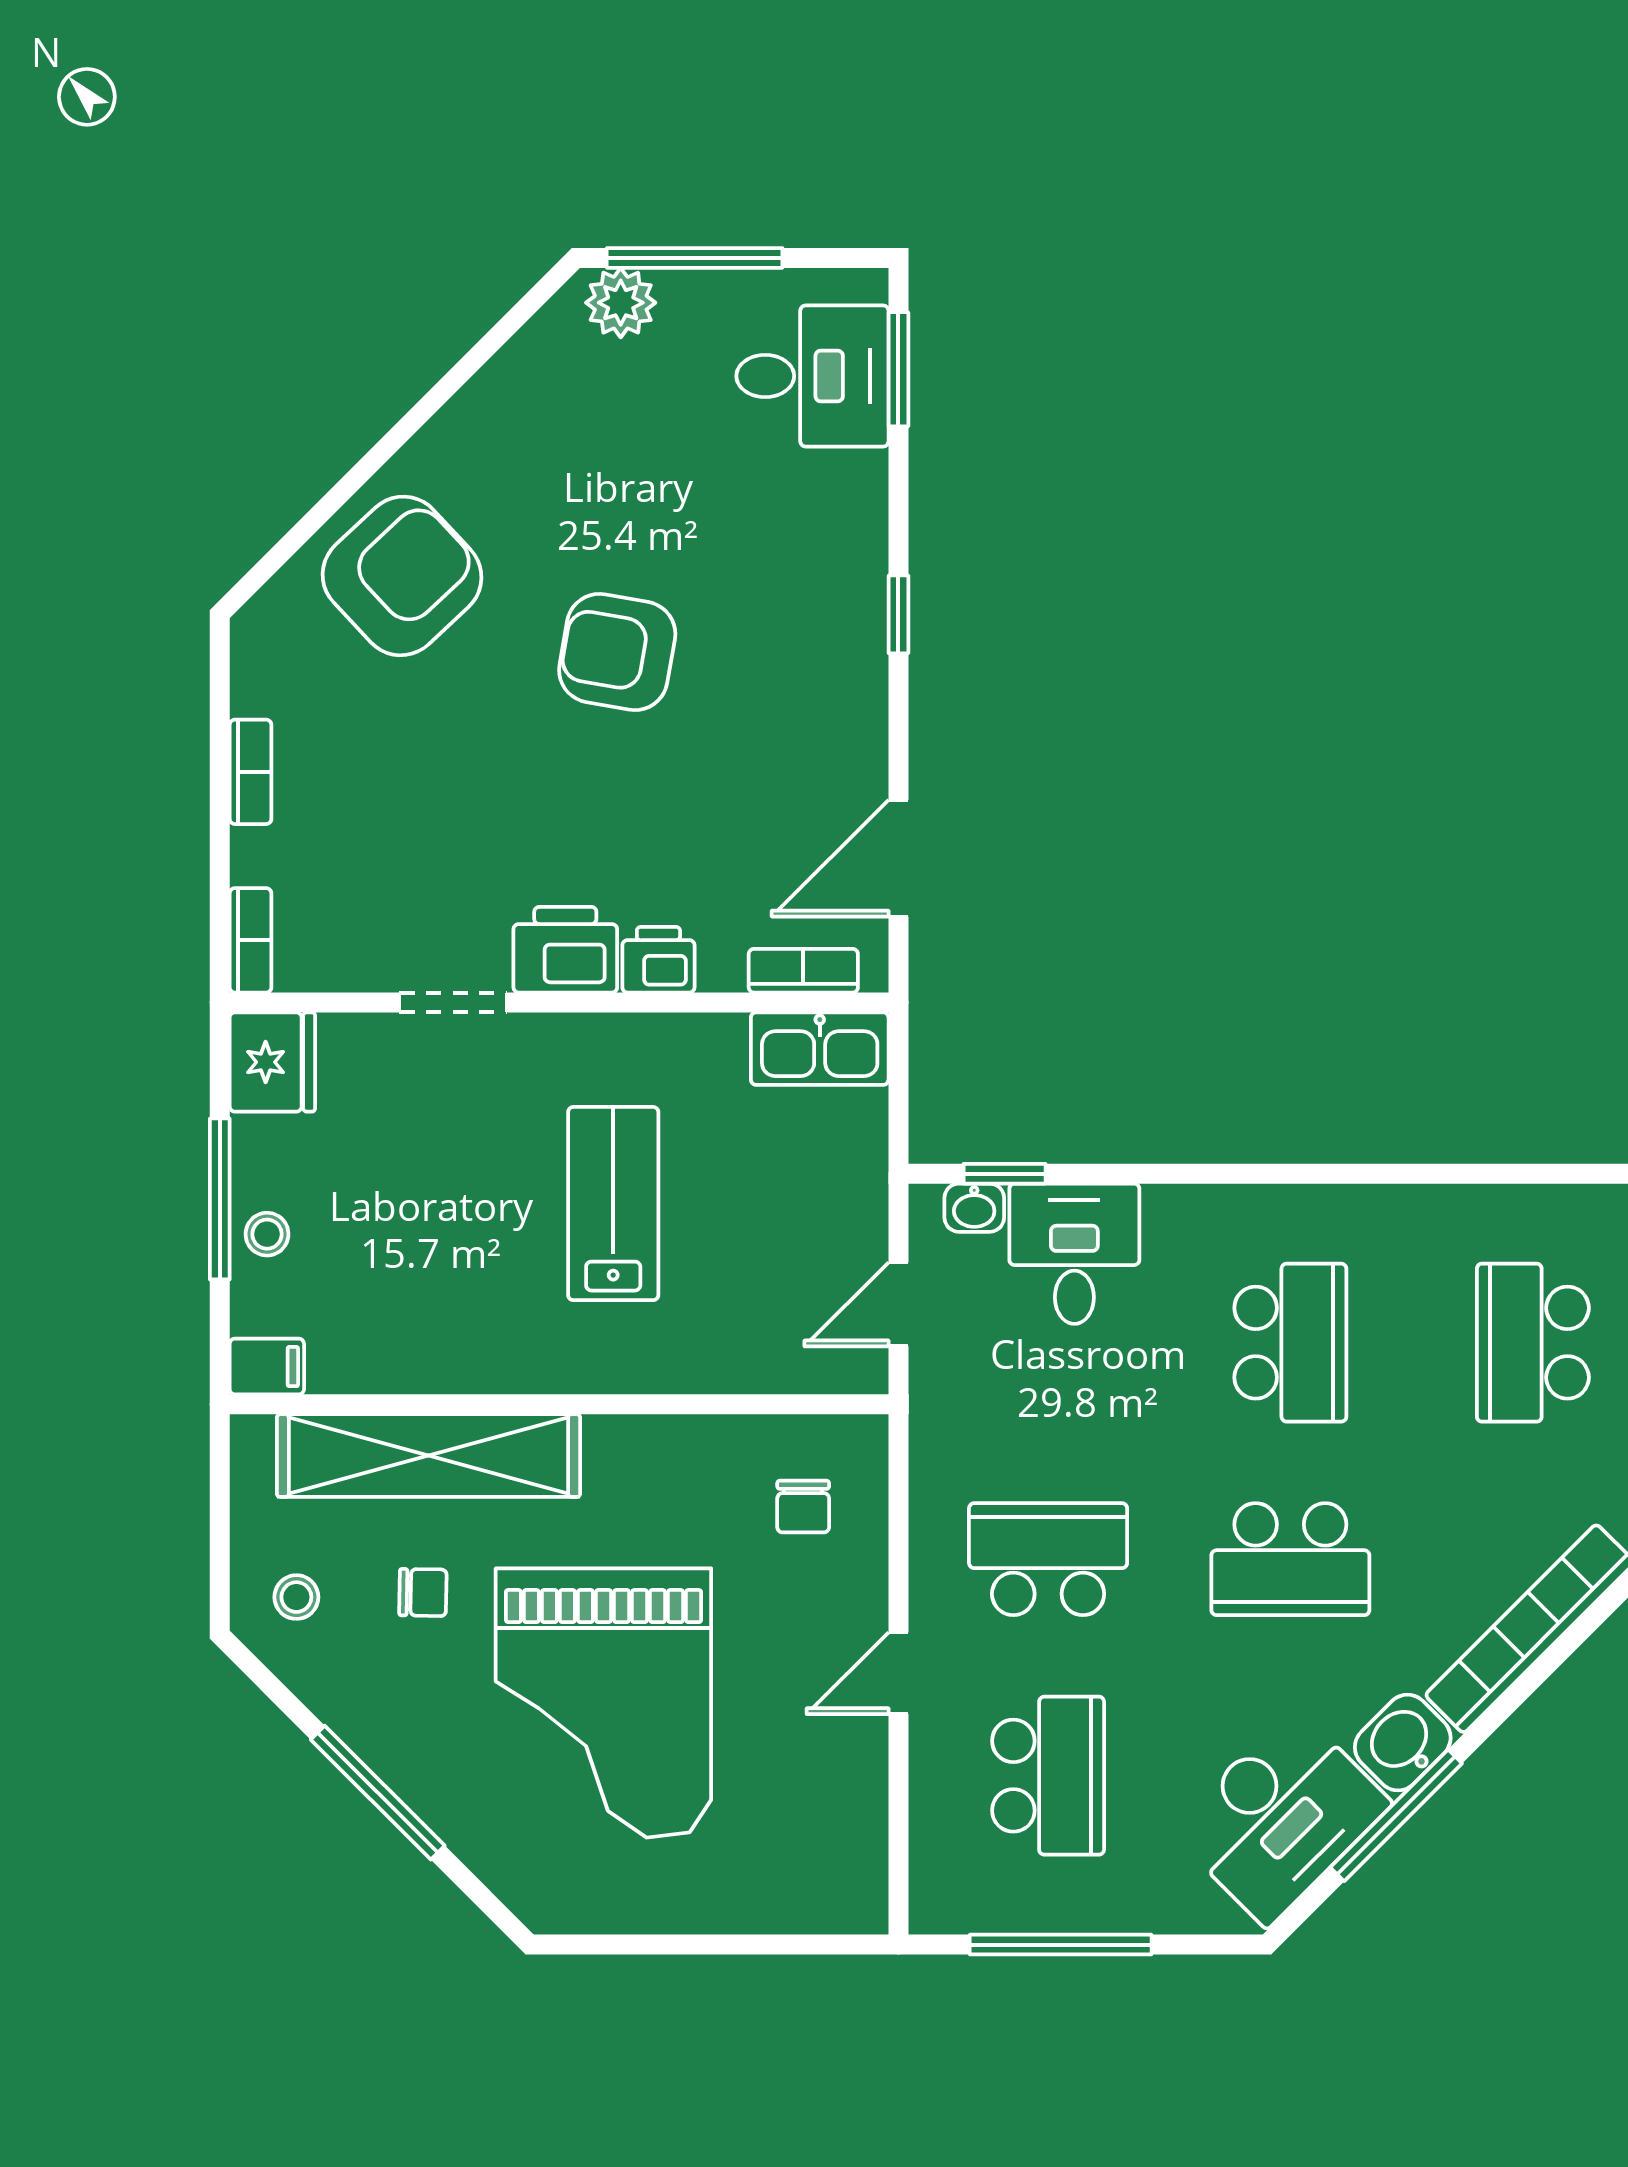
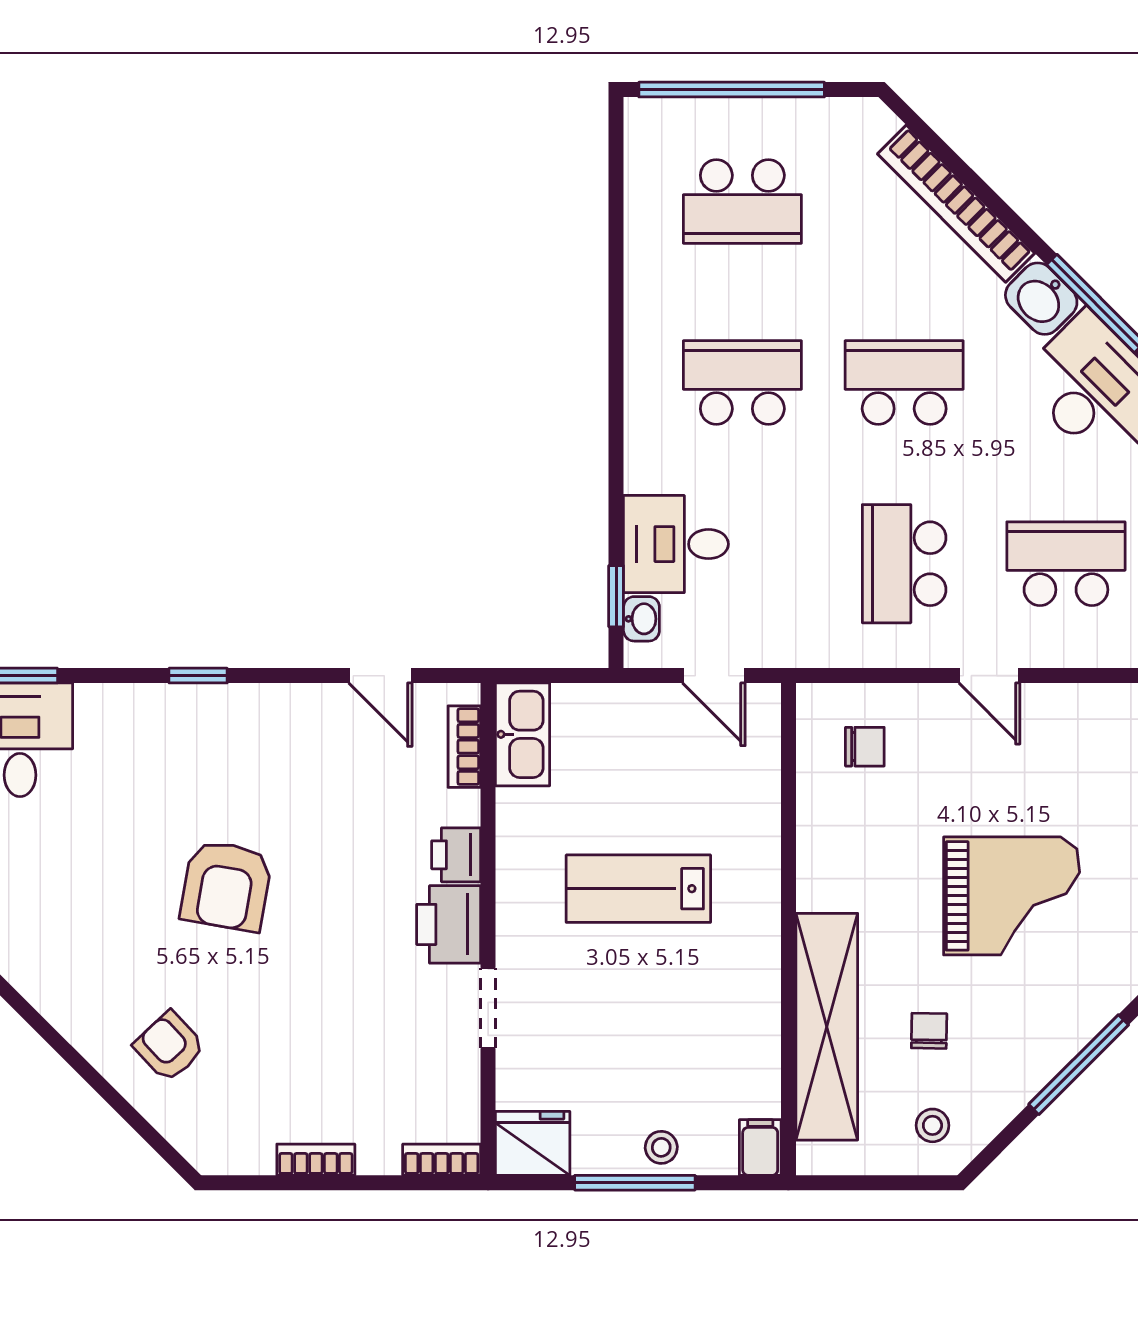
armchair: (402, 576) -> (169, 1046), width x0.53, depth x0.53
door: (898, 858) -> (380, 676), width x0.73
school desk: (1290, 1559) -> (904, 383), turned -90
grand piano: (603, 1703) -> (1012, 896), width x0.73, depth x0.68

